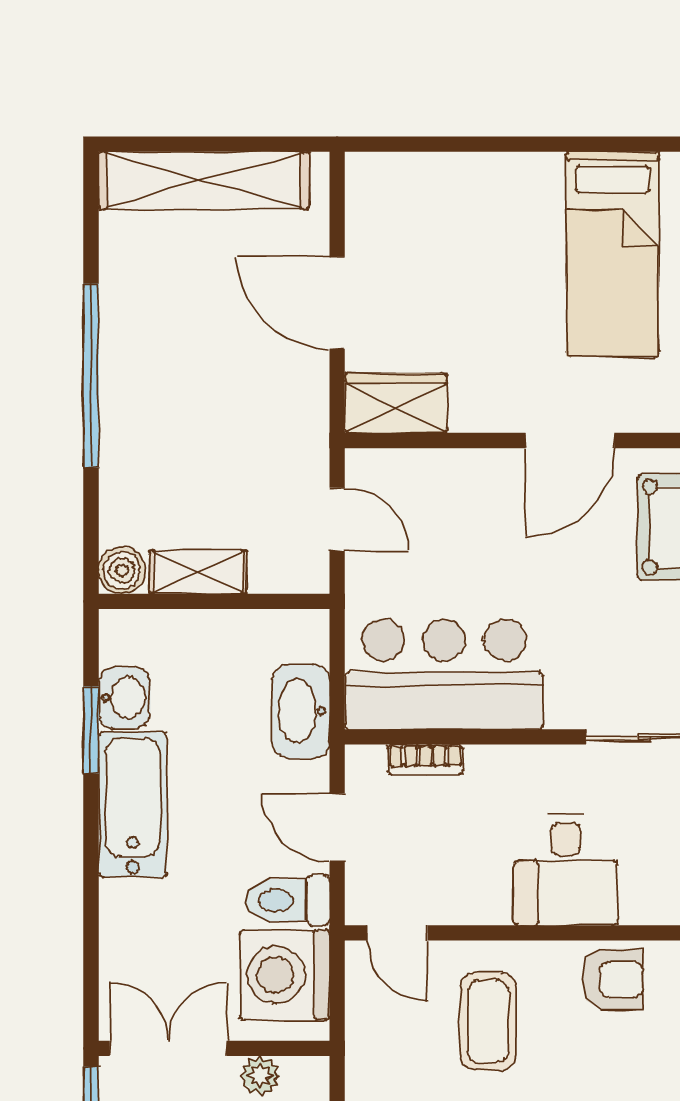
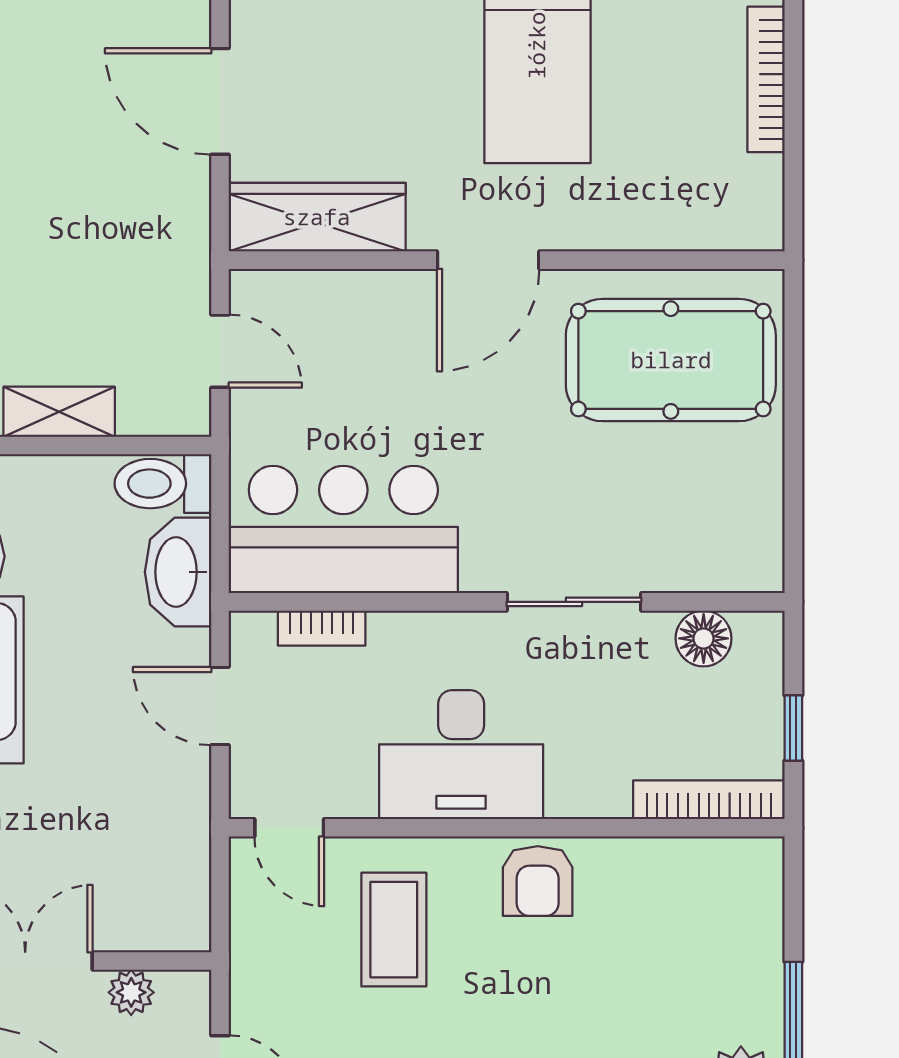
wardrobe: (396, 403) -> (317, 217), width x1.50
desk: (566, 869) -> (461, 755), width x1.37
toilet: (288, 900) -> (163, 484), moved
washing machine: (285, 975) -> (159, 876), removed
armchair: (613, 979) -> (538, 881), turned 90

